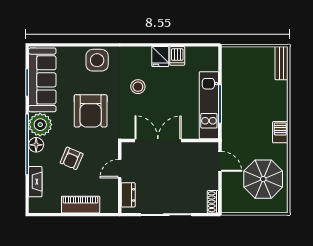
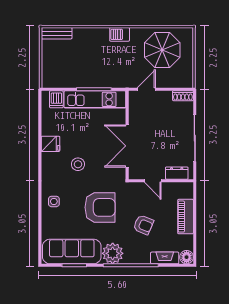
dishwasher: (177, 56) -> (56, 99), moved, turned 90
side table: (97, 60) -> (54, 201), width x0.54, depth x0.54
floor lamp: (36, 145) -> (187, 257), moved

